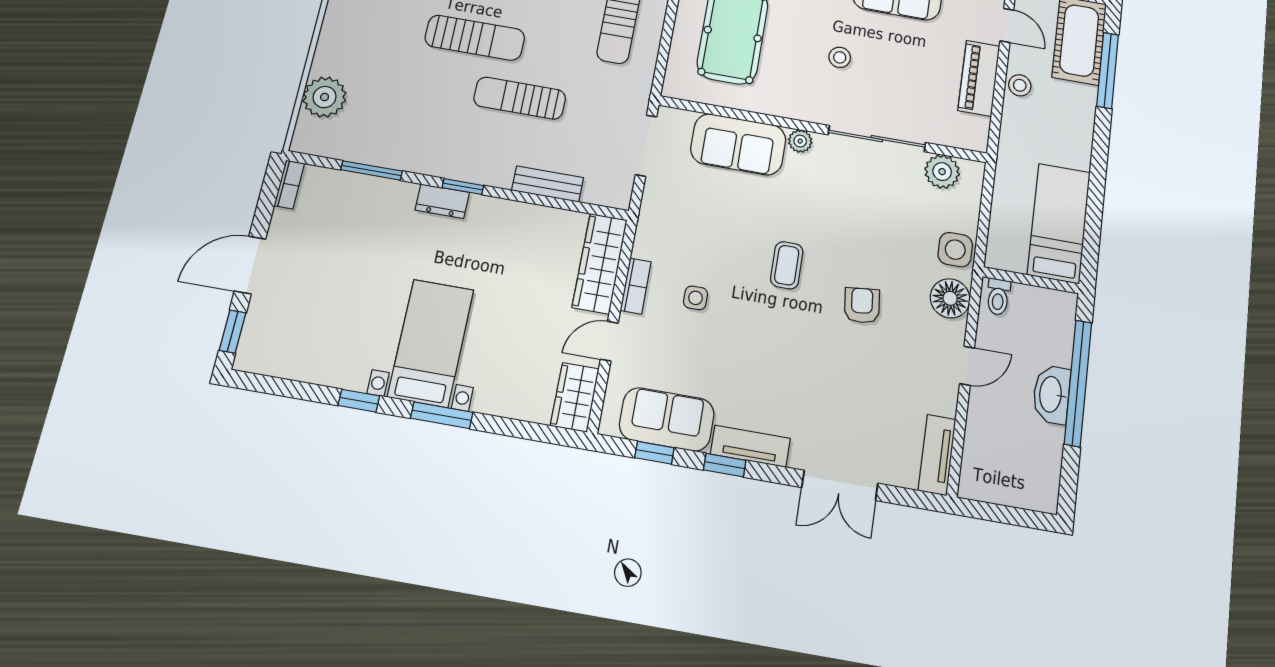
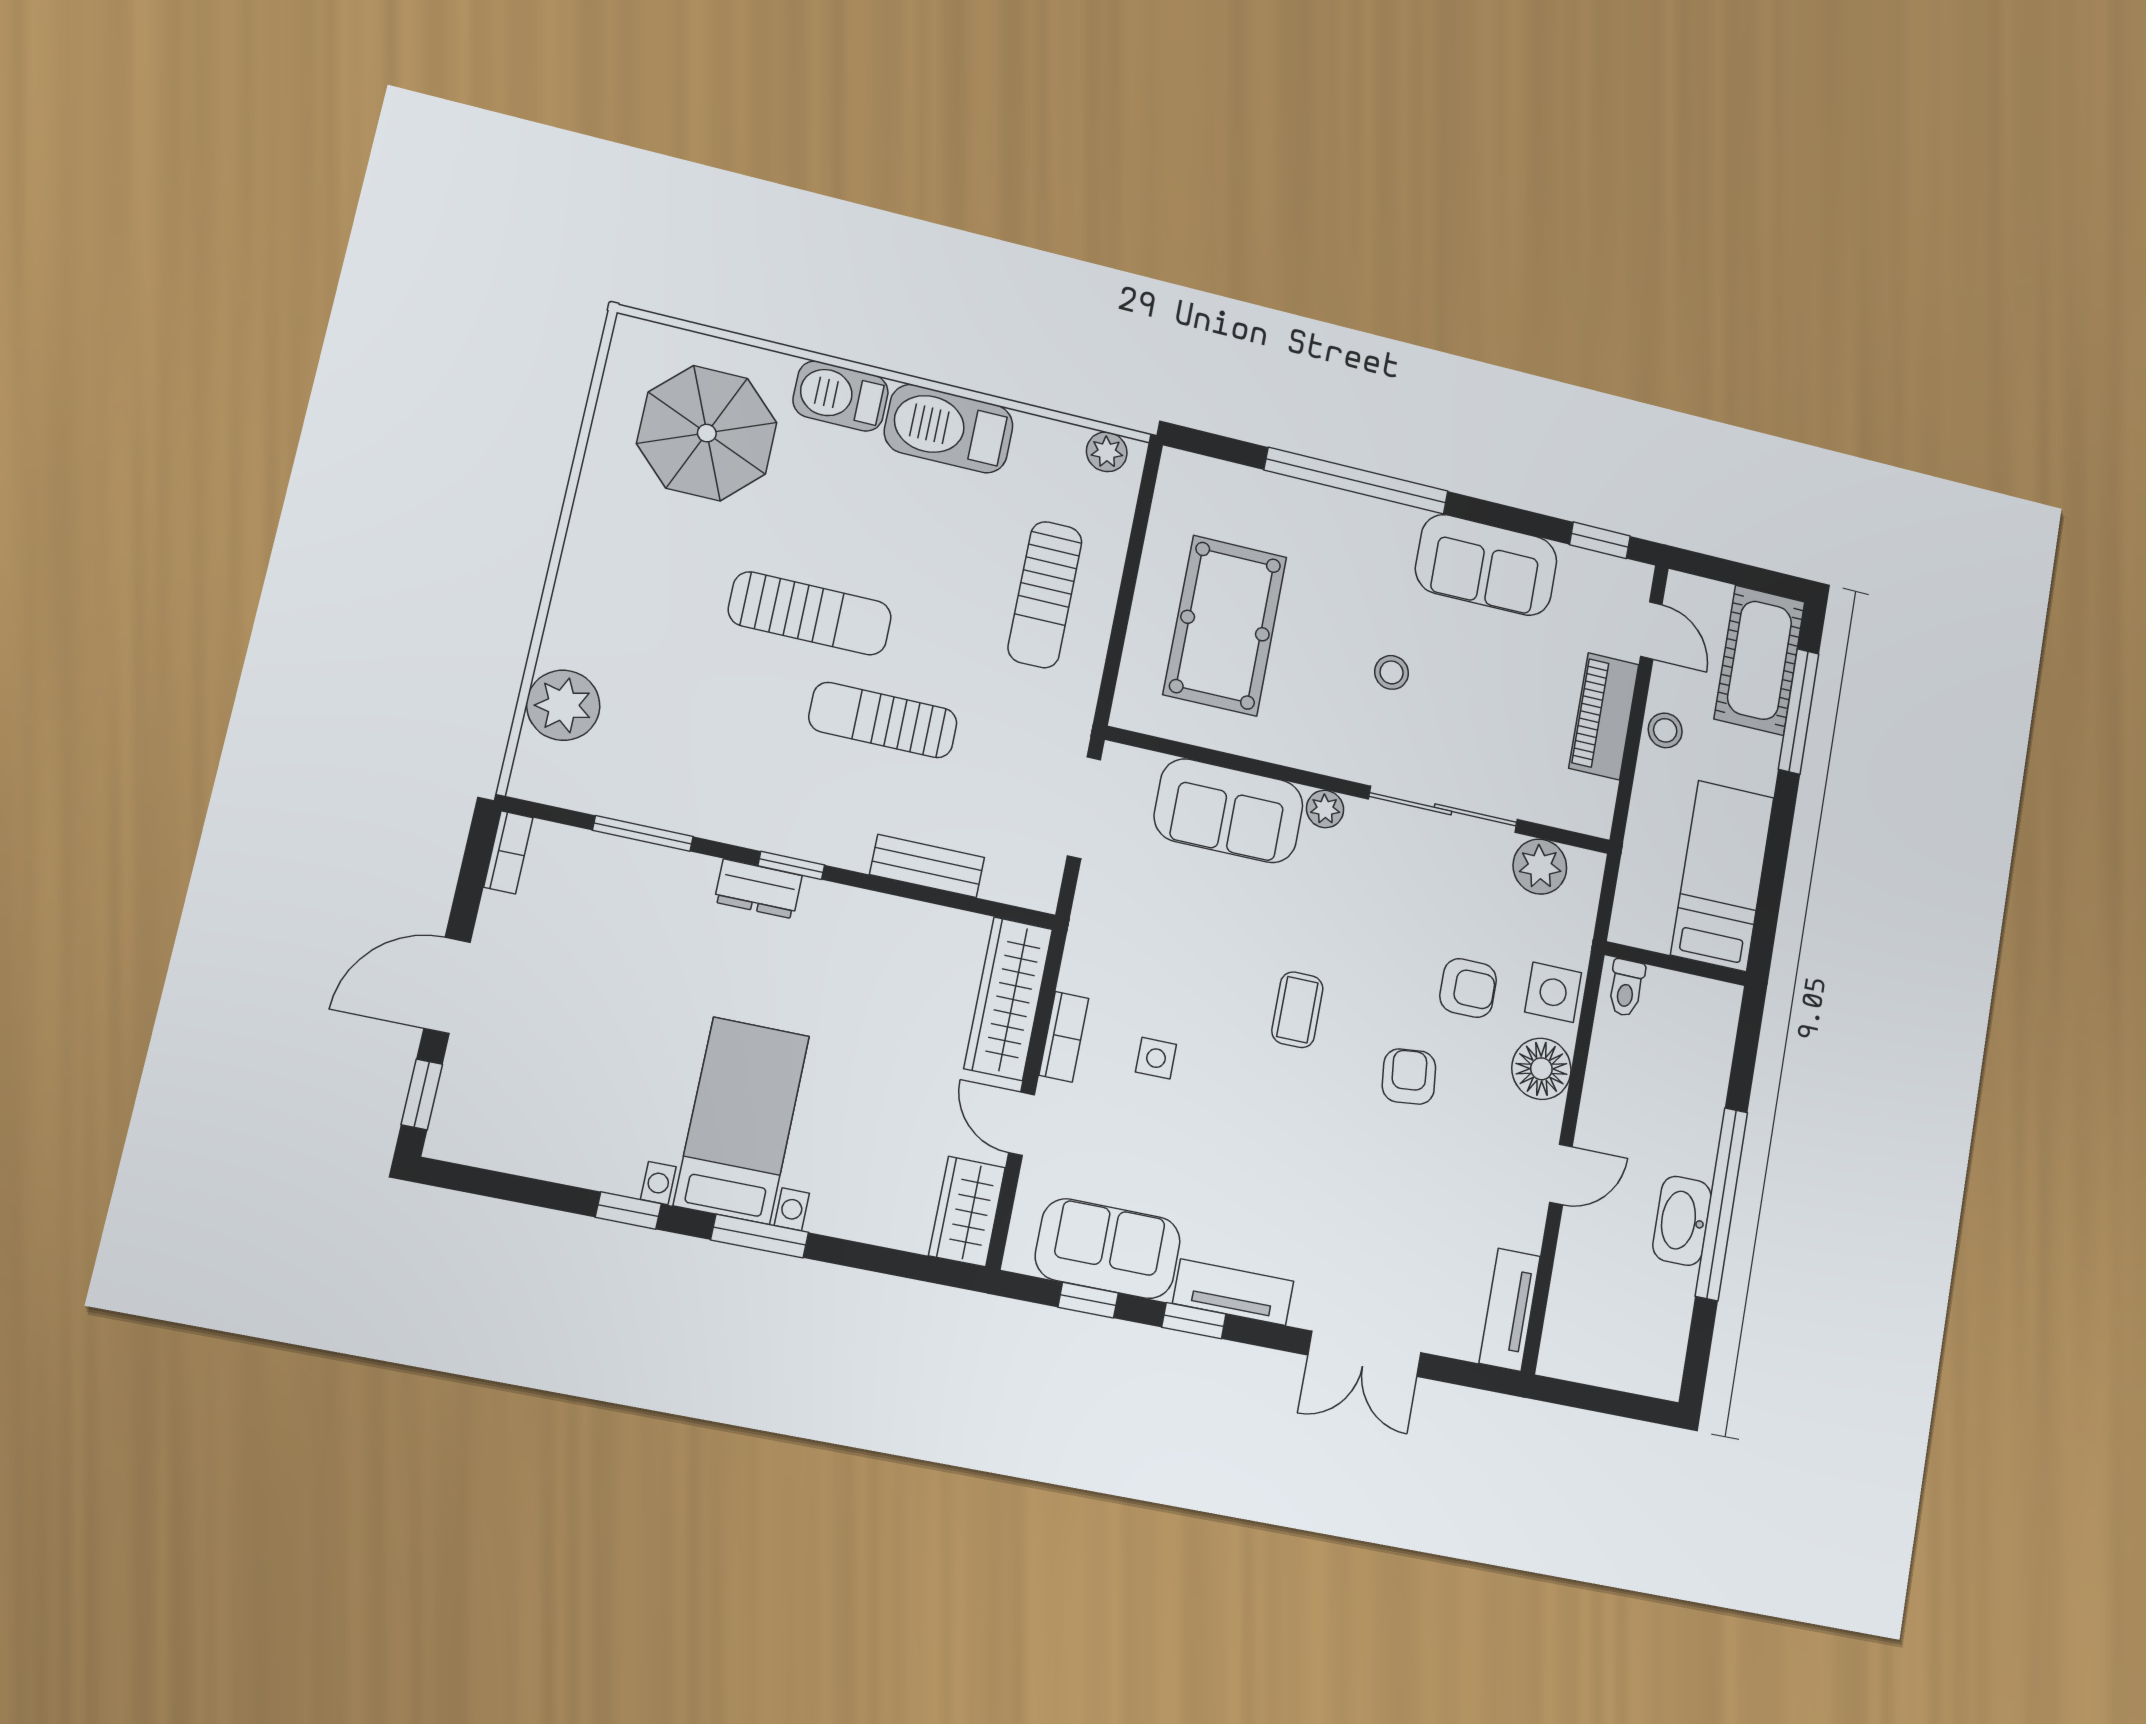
bed: (1059, 223) -> (1722, 876), moved
armchair: (899, 249) -> (1468, 988), added
wall: (1031, 280) -> (1676, 964), moved
toilet: (998, 297) -> (1626, 988), moved
door: (609, 341) -> (1022, 1124), hinge flipped

